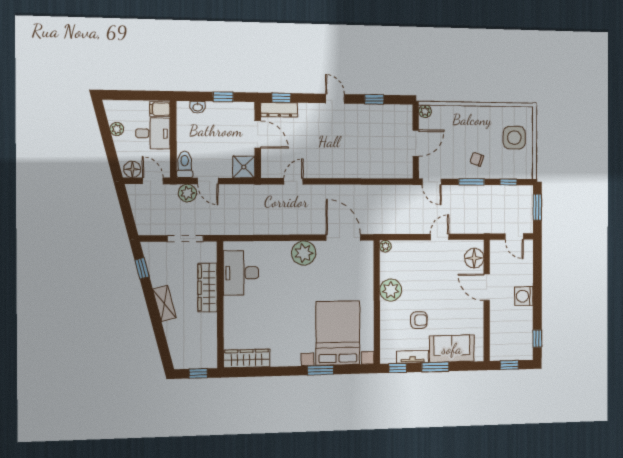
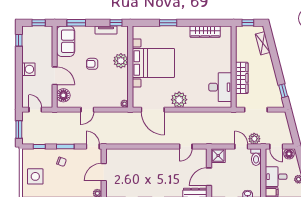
door: (258, 134) -> (209, 177), hinge flipped
plant: (391, 290) -> (121, 61), moved
shelving: (164, 303) -> (263, 43), moved
armchair: (419, 320) -> (92, 64), moved
bed with nightstands: (338, 333) -> (153, 63), moved, turned -90
sofa: (452, 349) -> (66, 41), moved, turned -90
wardrobe: (247, 358) -> (205, 32), moved
window: (435, 367) -> (76, 23), moved

